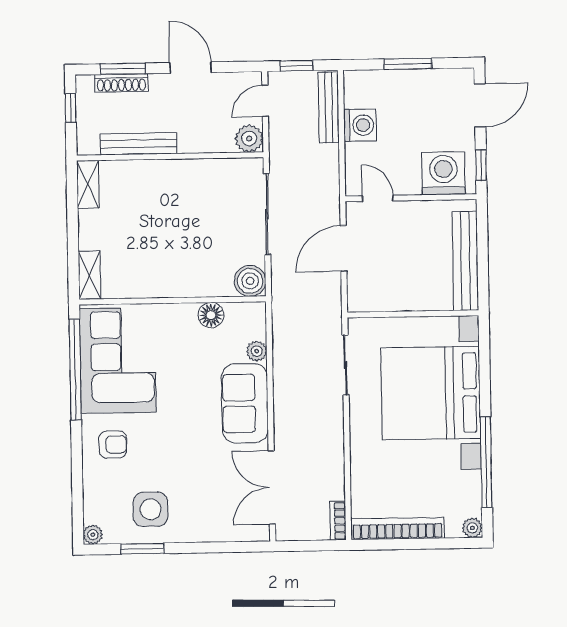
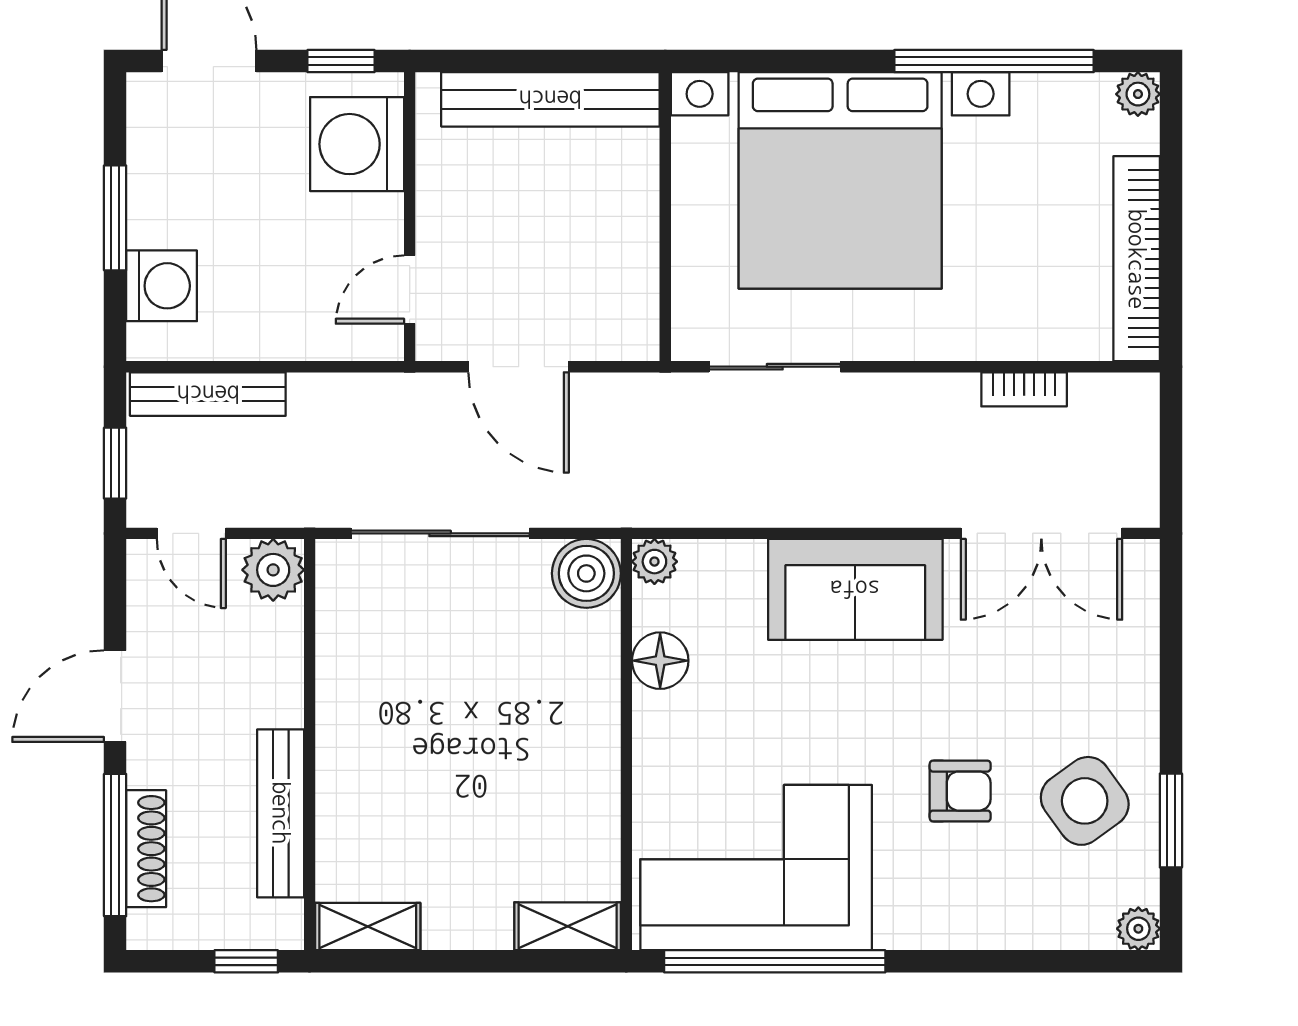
window: (123, 69) -> (115, 845), width x1.44
window: (71, 108) -> (246, 961), moved
washing machine: (360, 125) -> (162, 286), moved, turned 90
plant: (257, 351) -> (654, 562), moved
armchair: (113, 445) -> (960, 791), moved, turned 90
side table: (151, 509) -> (1085, 801), turned -36
bookcase: (338, 521) -> (1024, 389), moved

